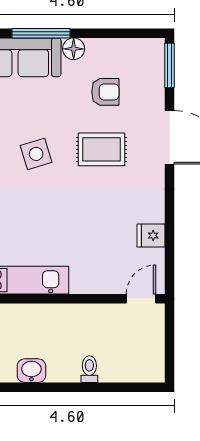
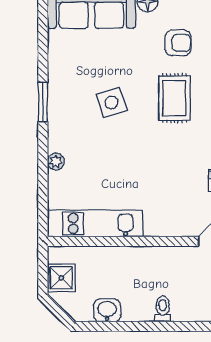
rug: (102, 149) -> (174, 98), turned 90

